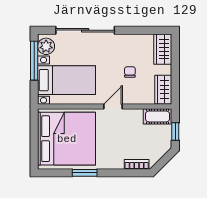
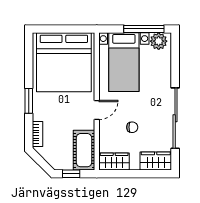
sliding door: (85, 30) -> (175, 118), moved
door: (113, 107) -> (97, 110), hinge flipped
cot: (158, 116) -> (84, 150), width x1.37, depth x1.34
window: (85, 173) -> (29, 101), moved

